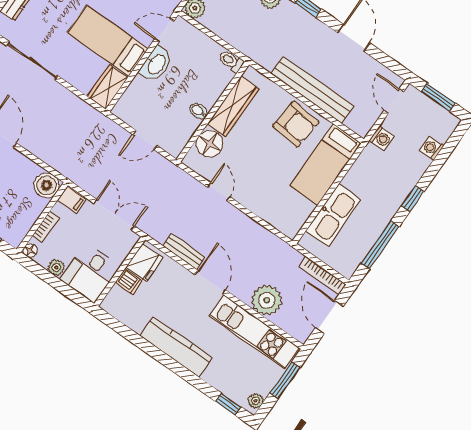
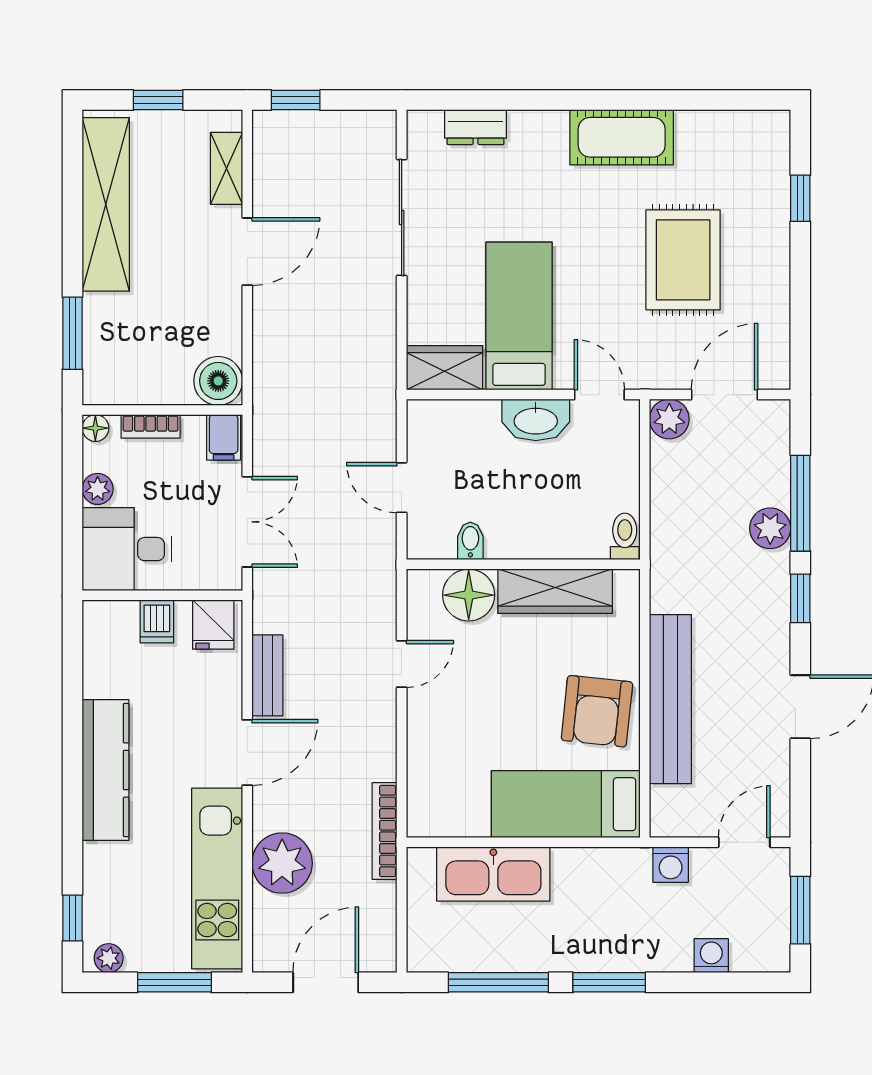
bidet: (199, 111) -> (470, 541), moved
window: (413, 199) -> (609, 982), width x1.50
fridge: (145, 262) -> (213, 624), width x0.72
bookcase: (322, 275) -> (385, 831), moved

